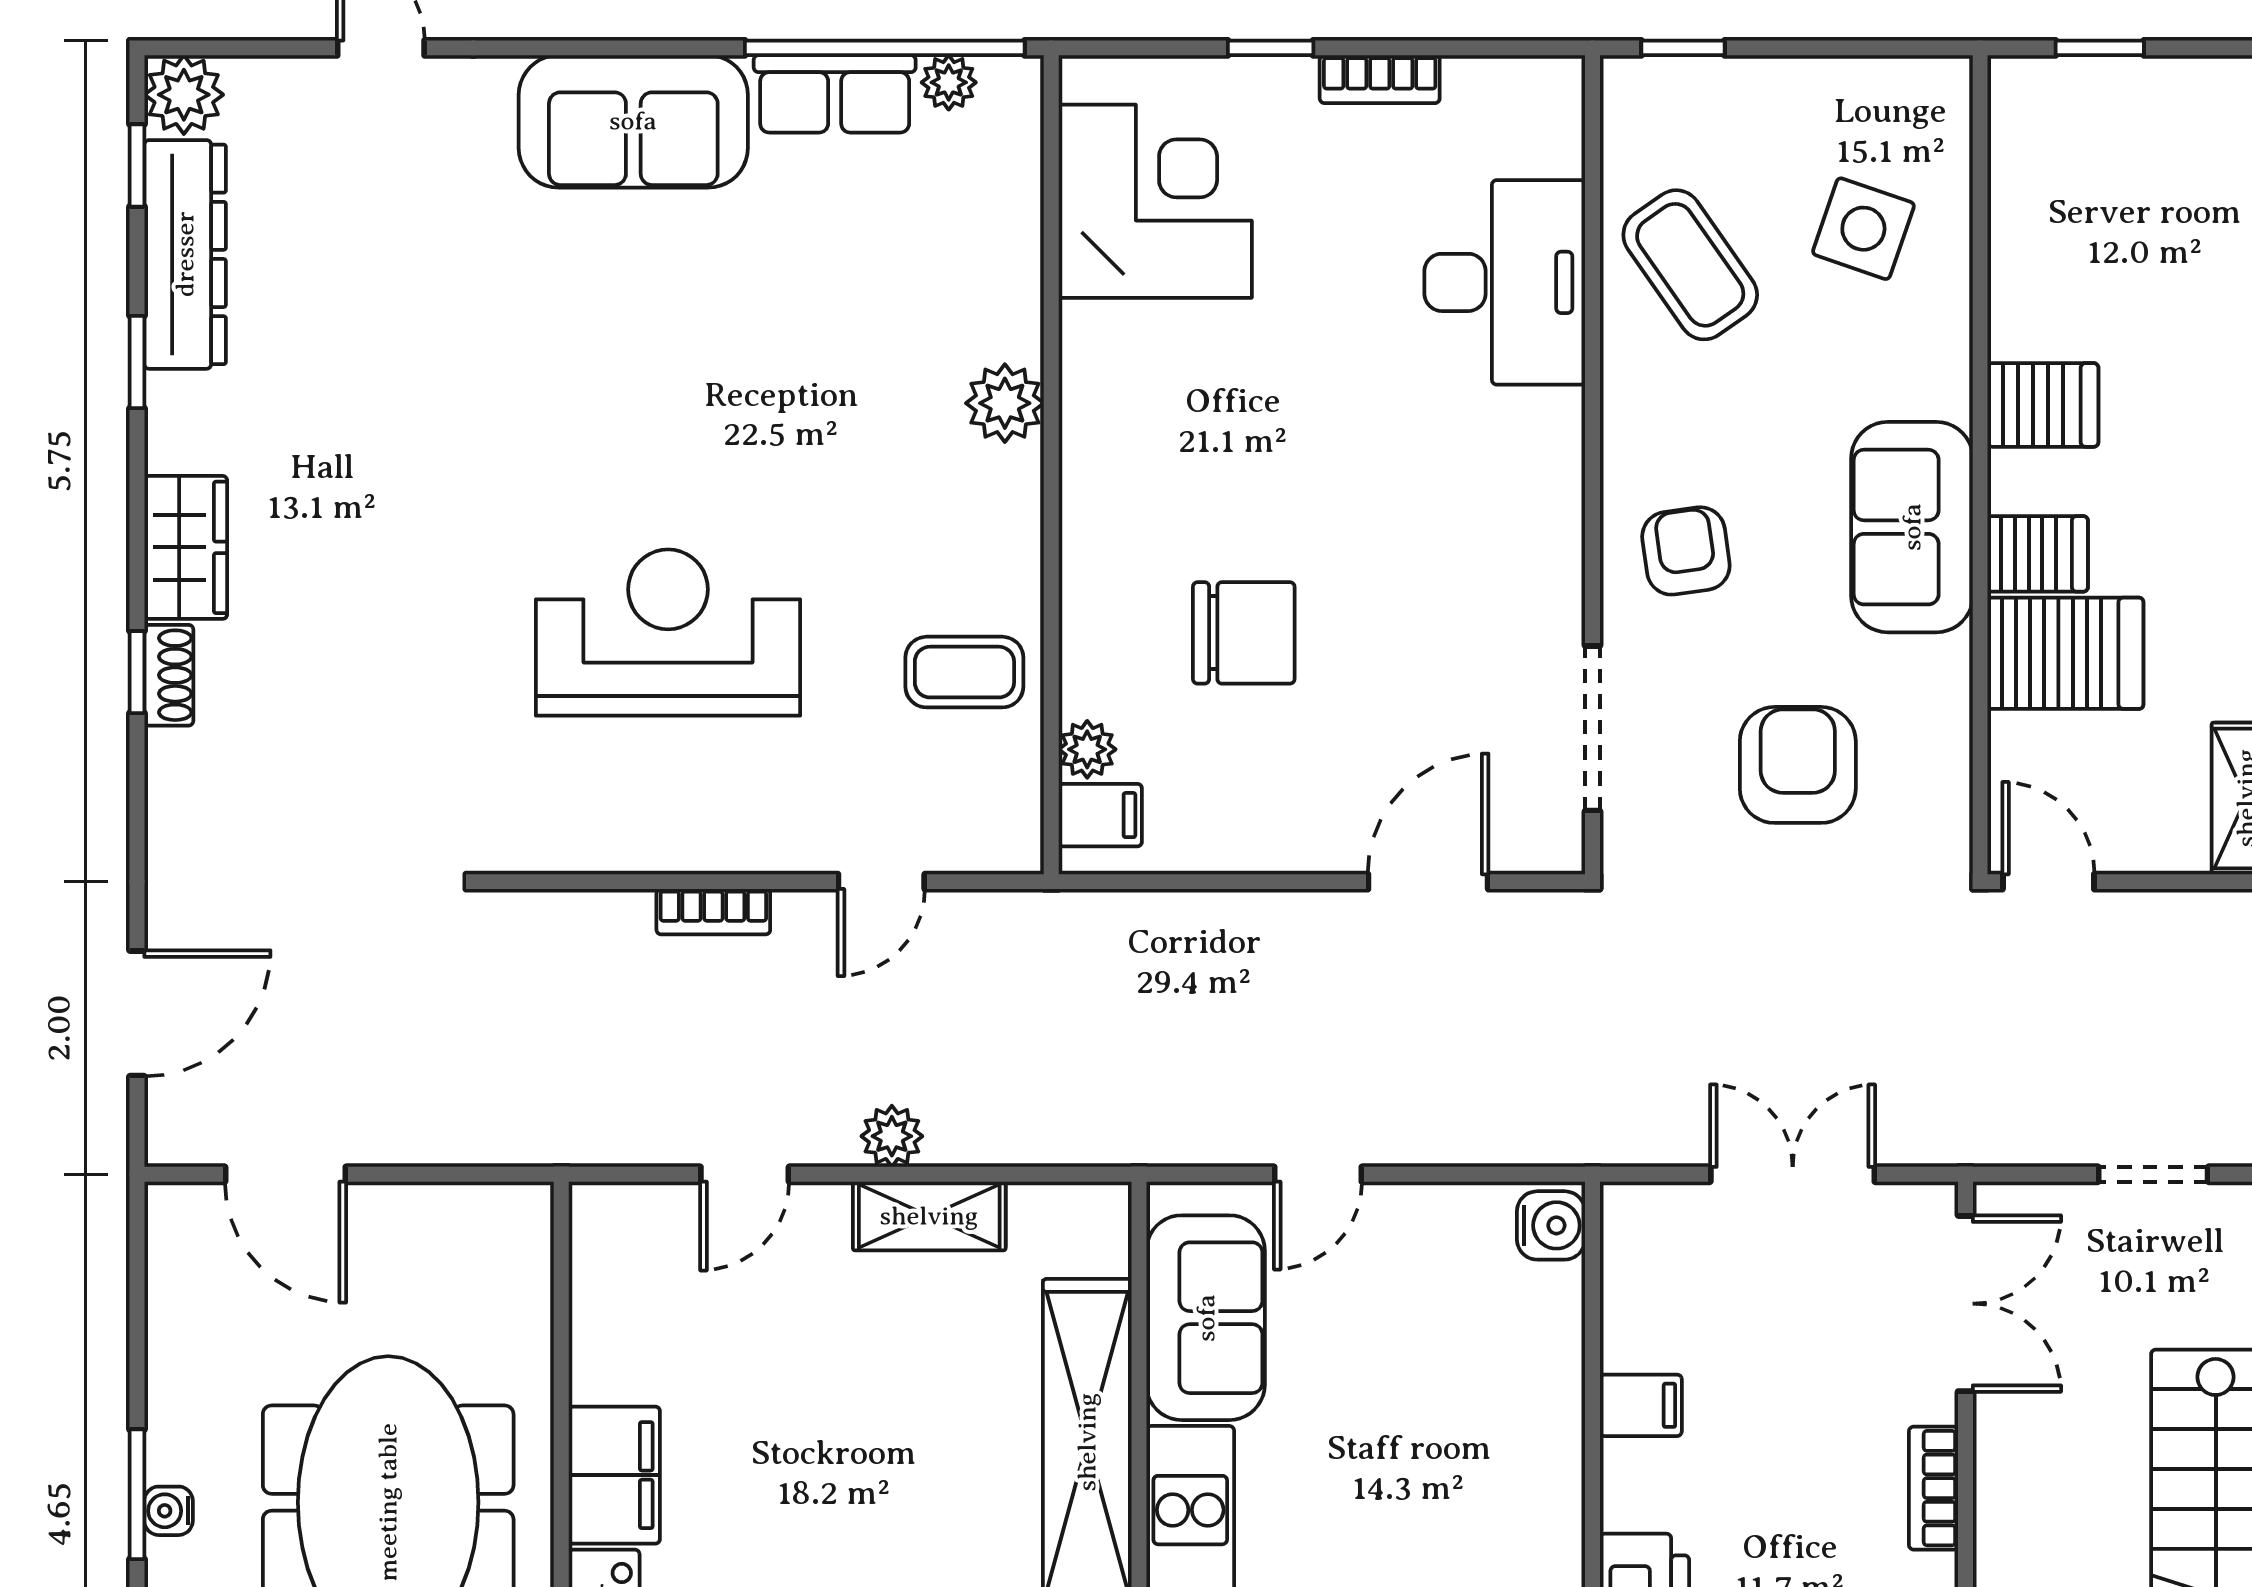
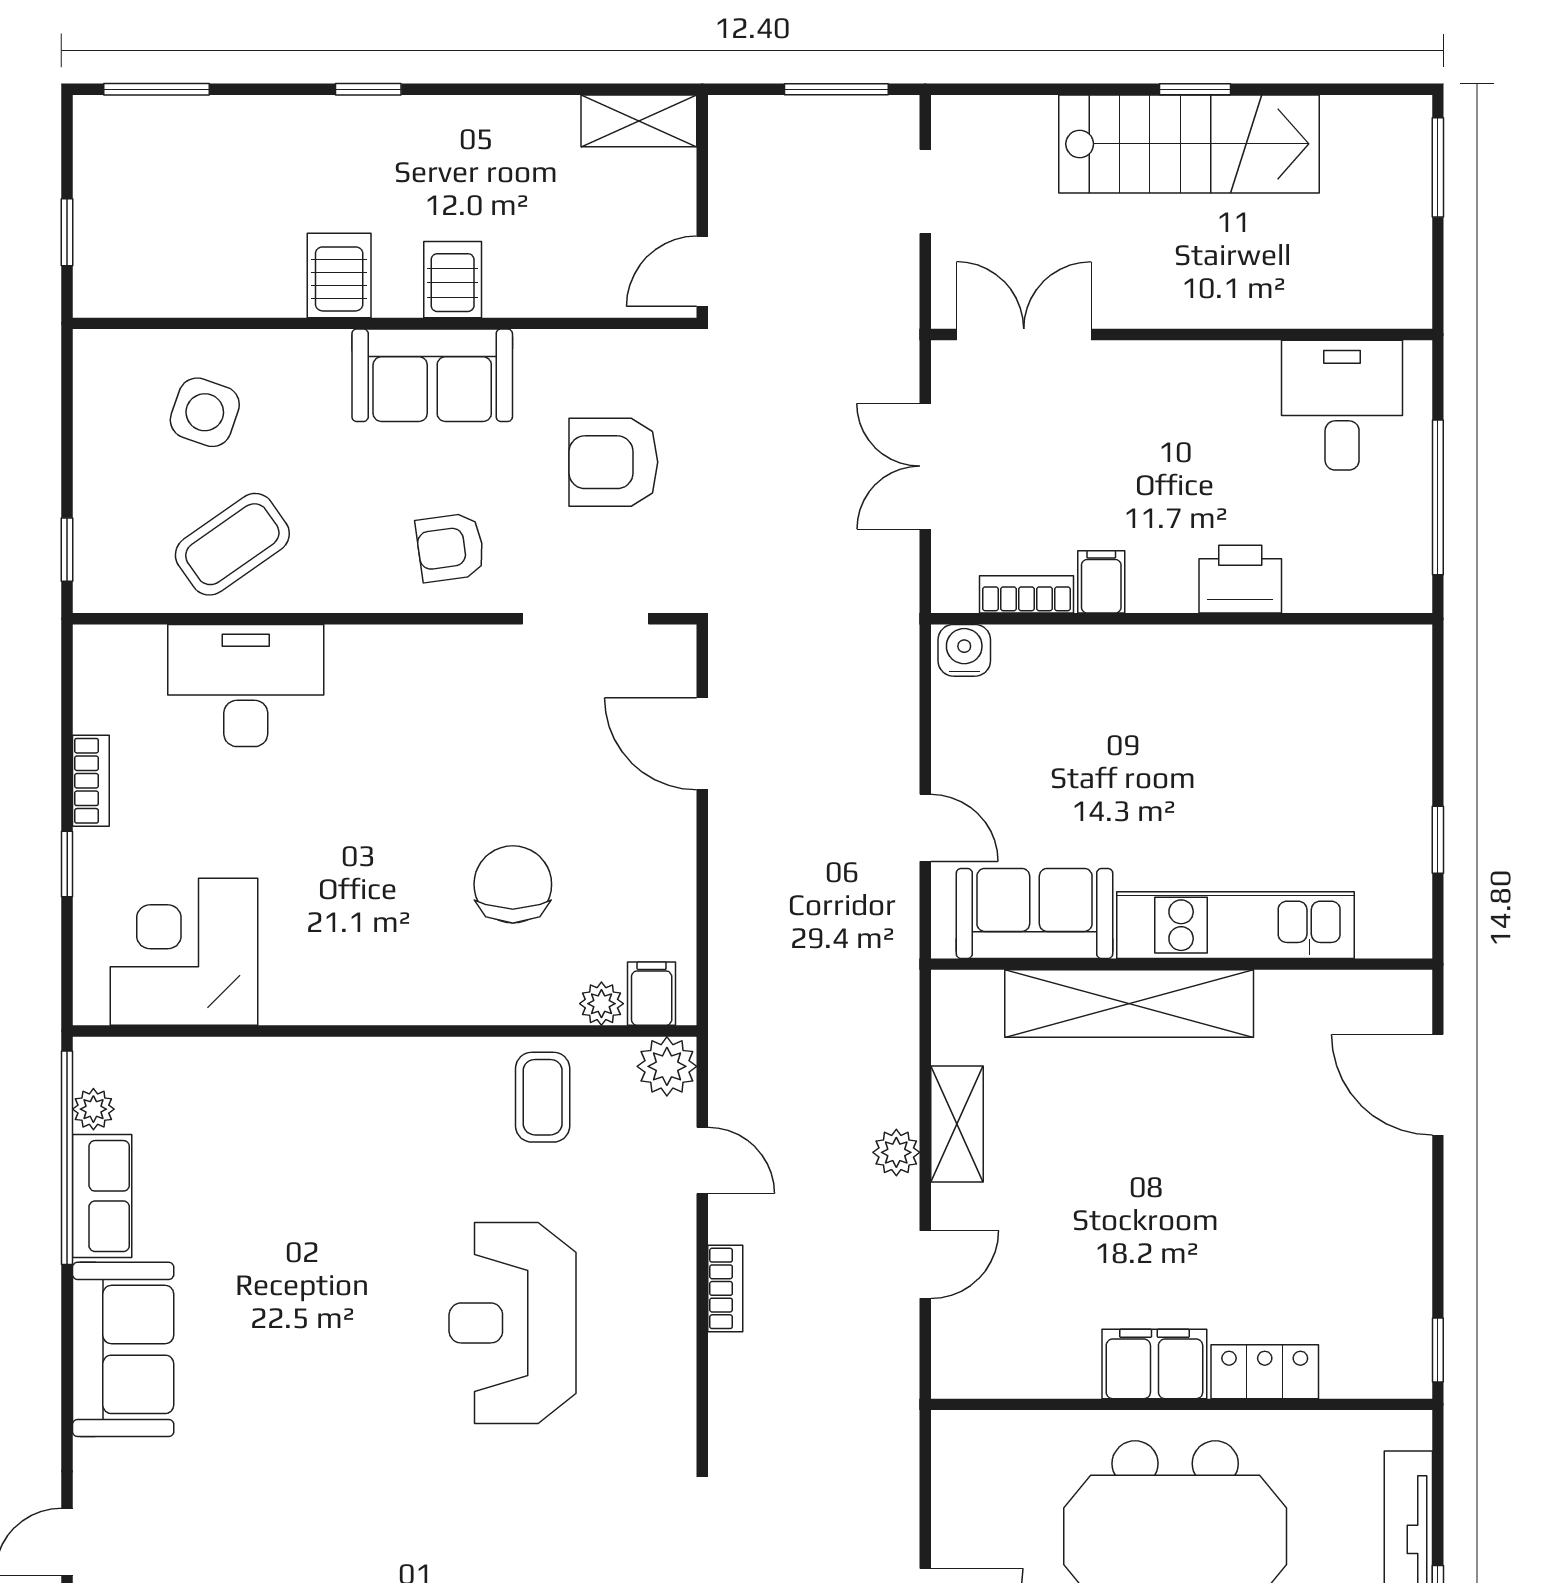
plant: (1005, 403) -> (667, 1066), moved
server rack: (2065, 653) -> (528, 258), removed
door: (745, 1174) -> (925, 1265), hinge flipped
bookcase: (1934, 1488) -> (1027, 594), moved, turned 180

